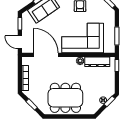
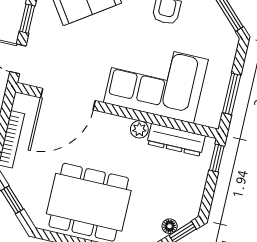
door: (46, 55) -> (68, 99), swing flipped

